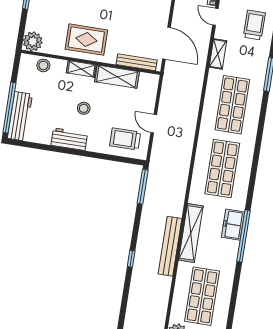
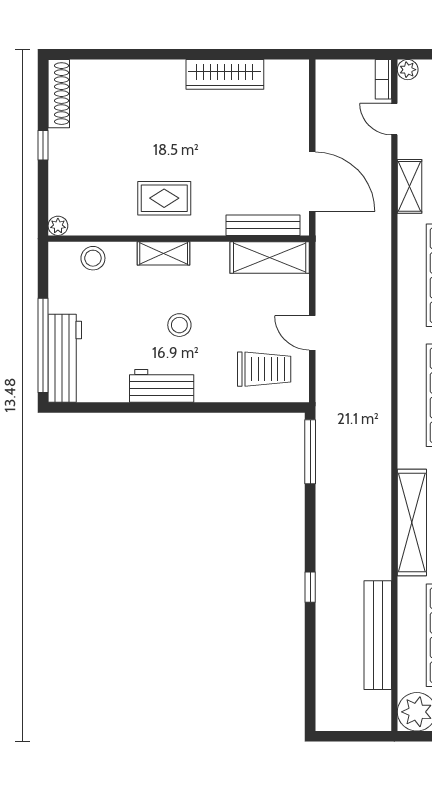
rug: (86, 40) -> (164, 198), width x0.73, depth x0.70
plant: (33, 41) -> (58, 226), width x0.53, depth x0.53
shelving: (117, 77) -> (270, 257), moved
trolley: (125, 139) -> (264, 369), turned 180
bench: (170, 246) -> (378, 635), moved

